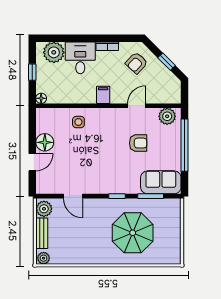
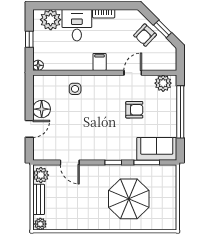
armchair: (137, 63) -> (145, 35), moved

